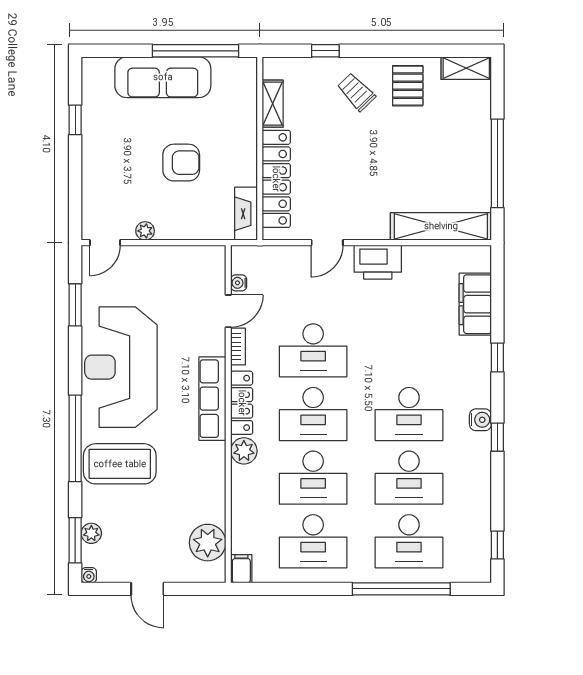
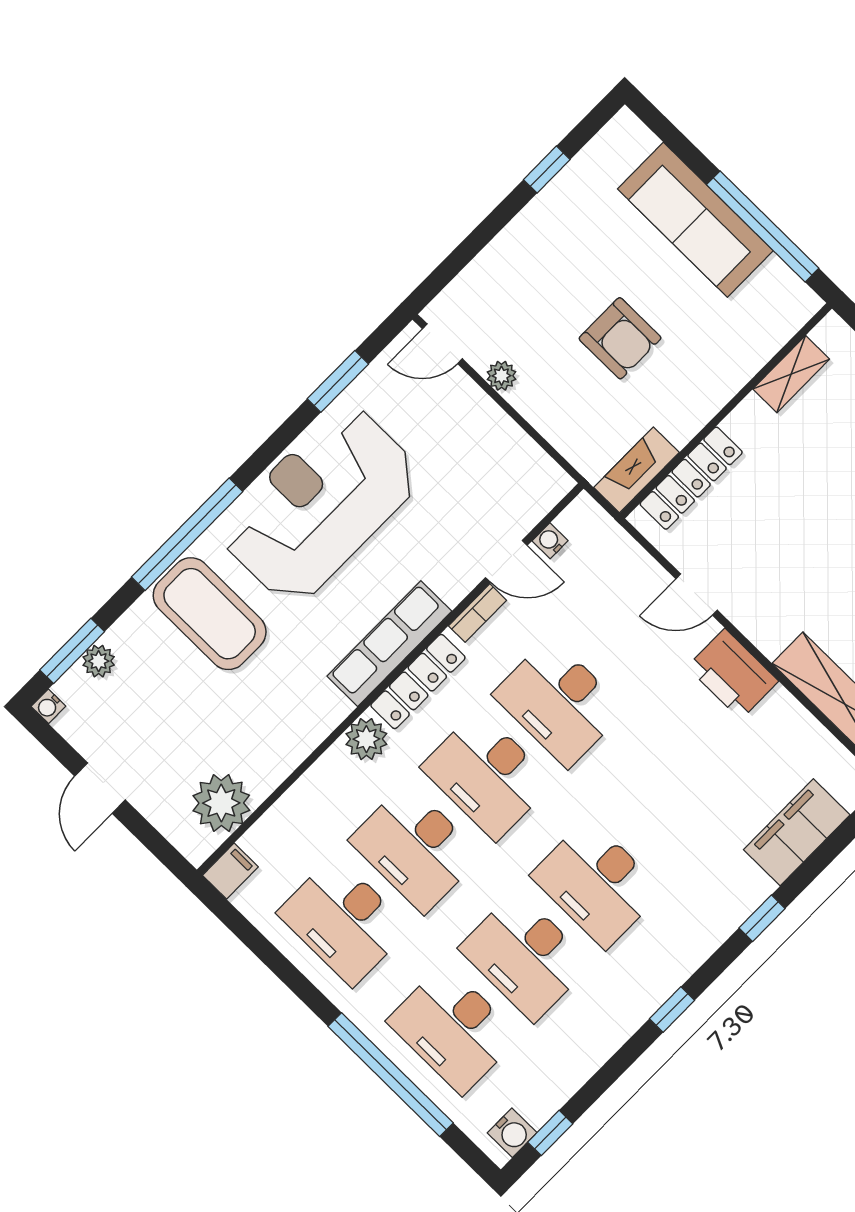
locker: (276, 179) -> (691, 478), width x0.71, depth x0.83
water cooler: (480, 420) -> (512, 1133), moved

